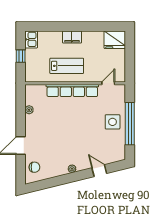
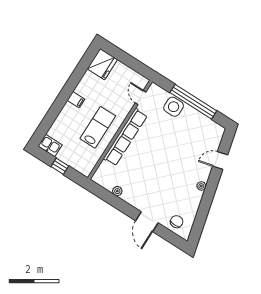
filing cabinet: (72, 37) -> (76, 100), width x0.50
side table: (113, 122) -> (174, 107), moved

